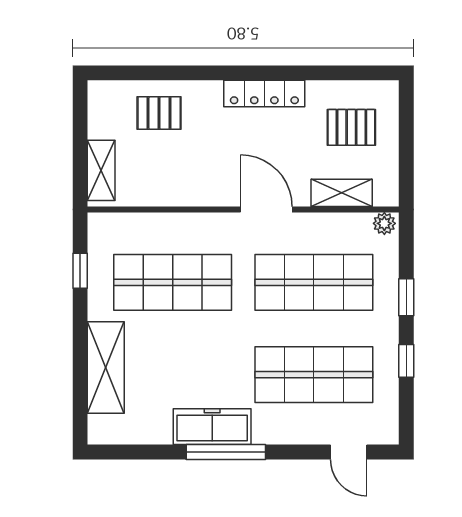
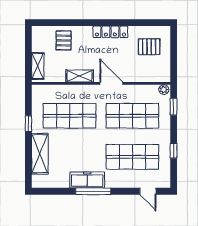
pallet: (159, 113) -> (64, 40), turned 90
shelving: (342, 193) -> (80, 76), moved
window: (80, 271) -> (28, 124), moved
window: (406, 297) -> (174, 107), moved

